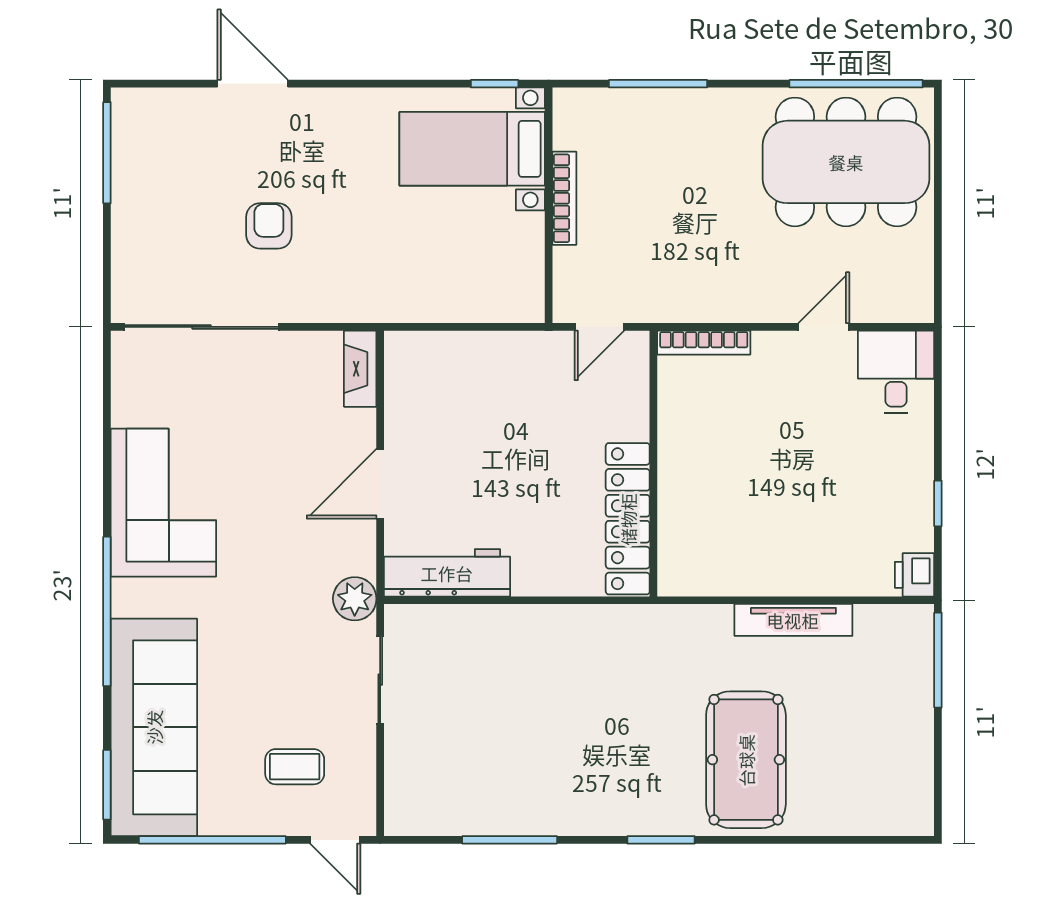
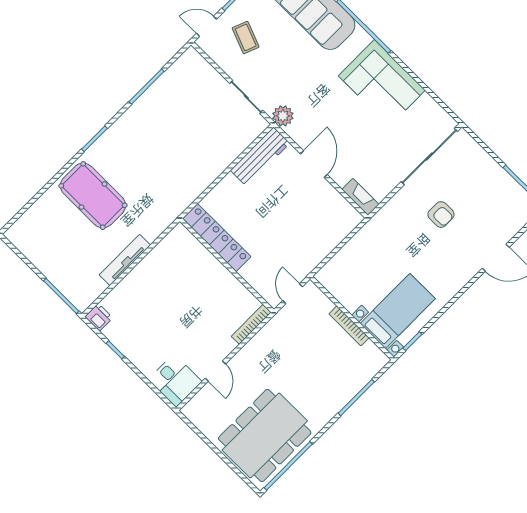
coffee table: (295, 767) -> (246, 38), turned -69

